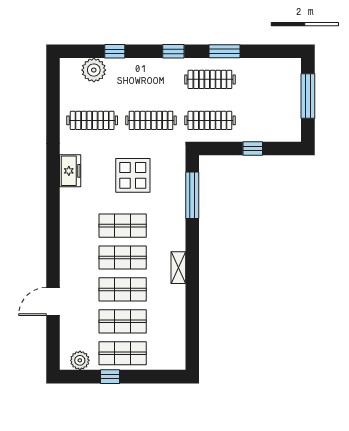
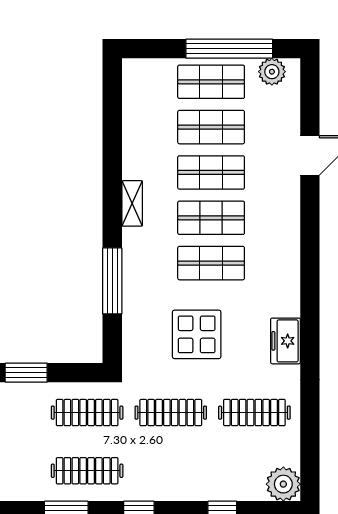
plant: (94, 70) -> (283, 484), moved
window: (253, 149) -> (26, 373), width x1.50
window: (192, 195) -> (112, 281), moved
window: (110, 377) -> (229, 49), width x3.17

